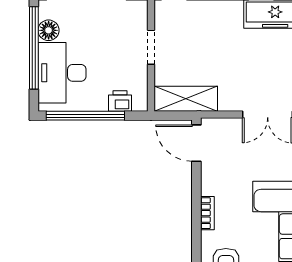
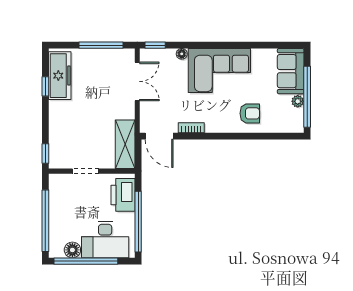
printer: (120, 101) -> (123, 195), width x1.87, depth x1.48
door: (196, 143) -> (159, 136), hinge flipped
bookcase: (207, 213) -> (191, 128), moved

